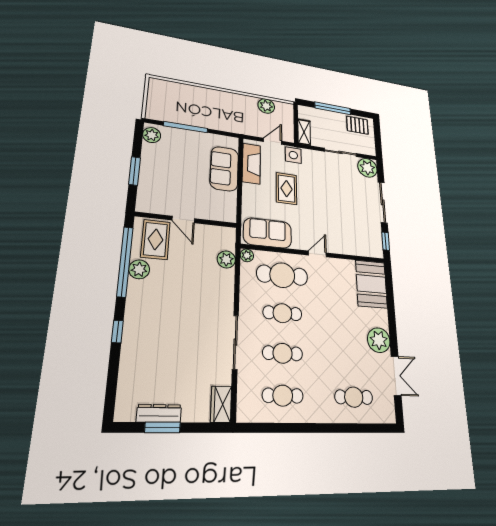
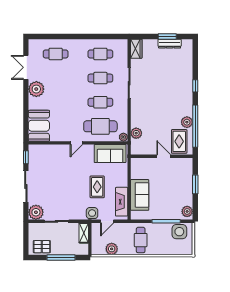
side table: (166, 110) -> (179, 232), added
cafe table: (225, 110) -> (141, 240), added

